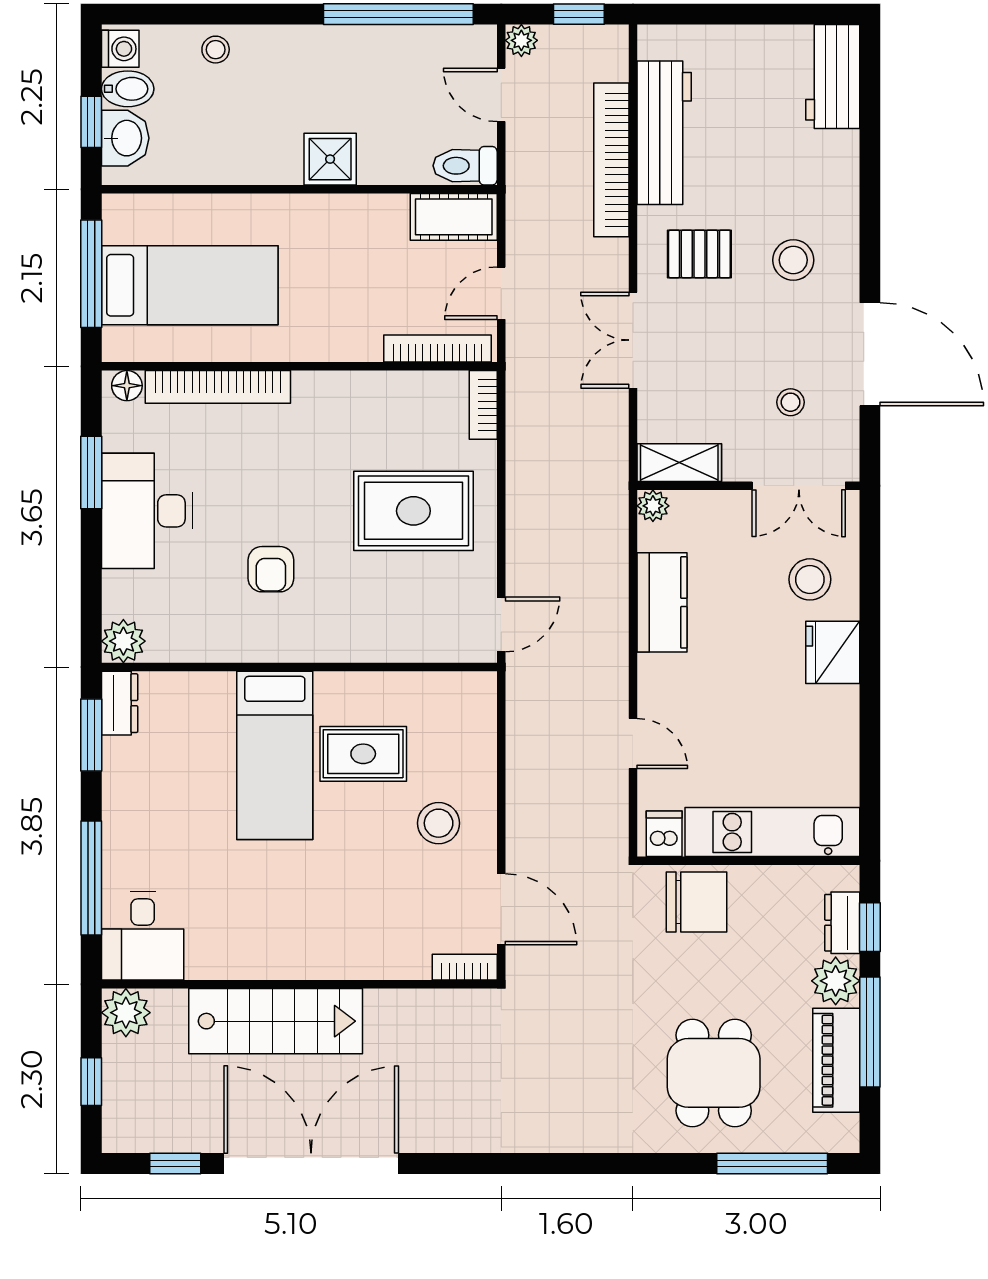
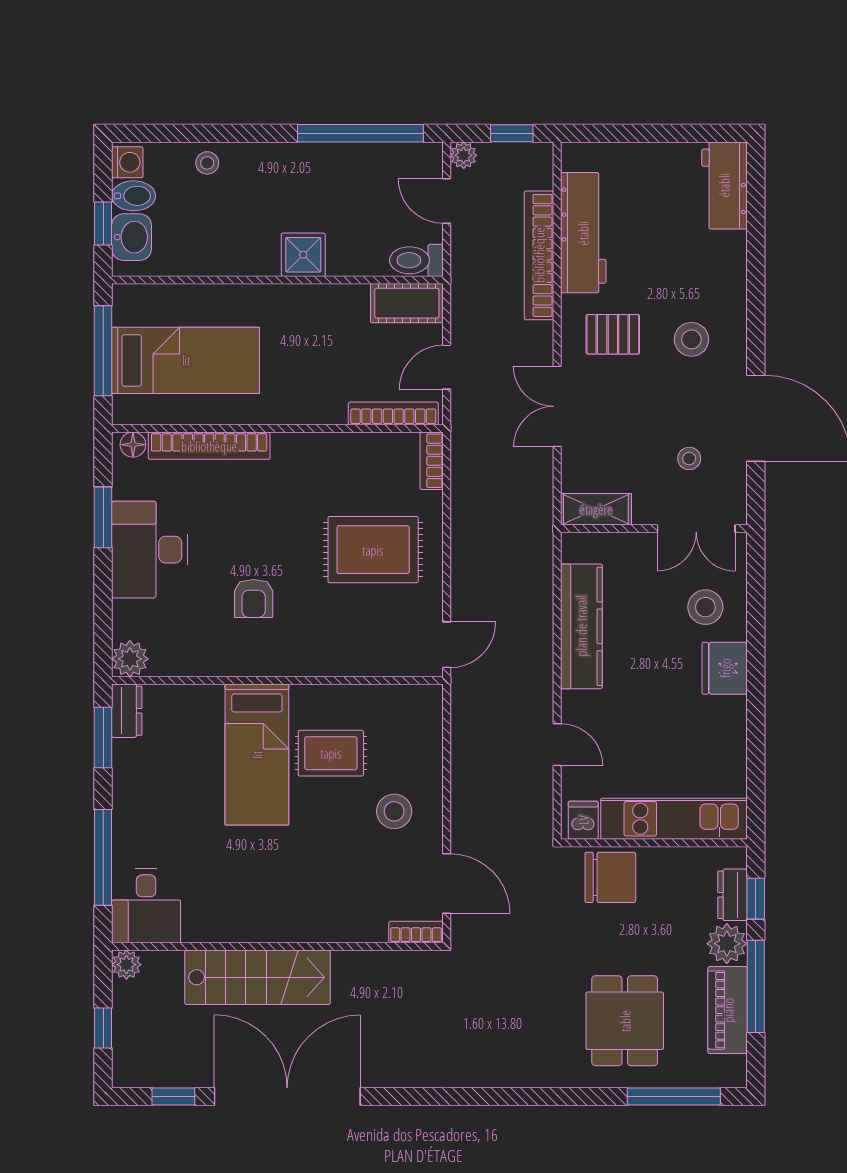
plant: (653, 506) -> (574, 545), removed
kitchen counter: (662, 602) -> (581, 626), width x1.50
plant: (126, 1013) -> (126, 965), width x0.73, depth x0.73

